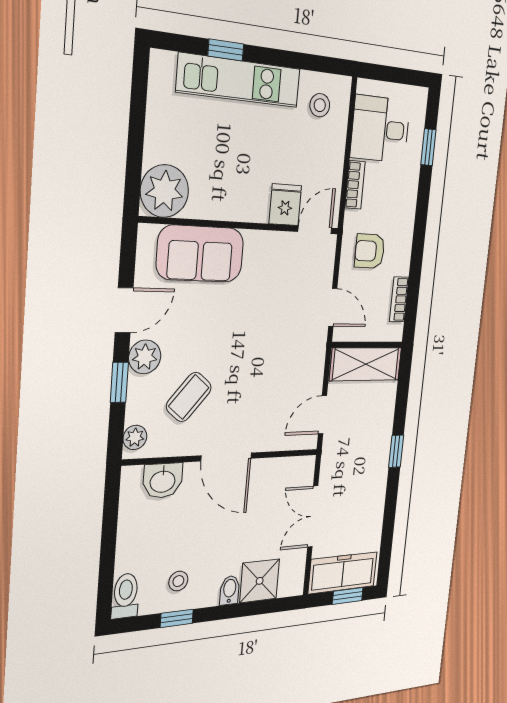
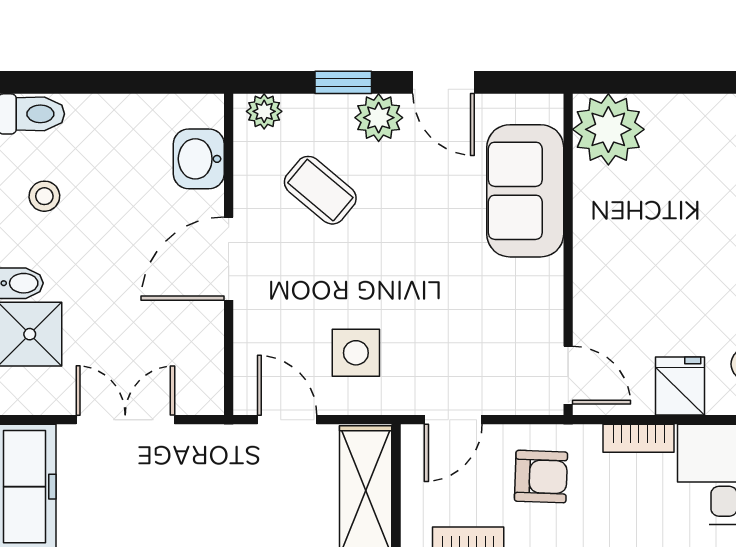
fridge: (285, 205) -> (680, 386), moved, turned -90
armchair: (370, 251) -> (541, 477), turned 92
side table: (289, 371) -> (356, 353), added

